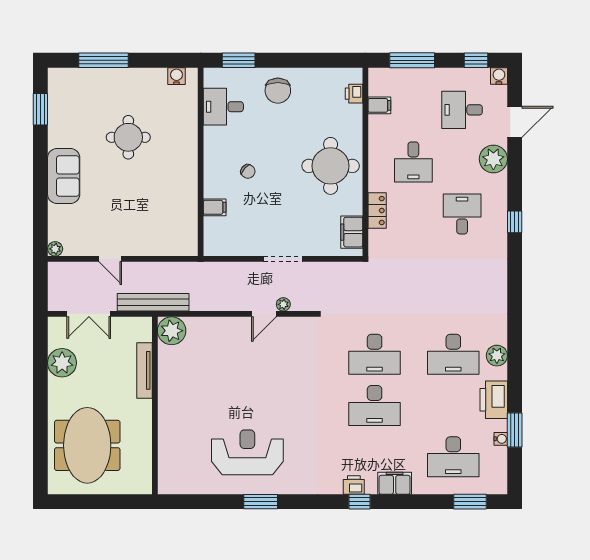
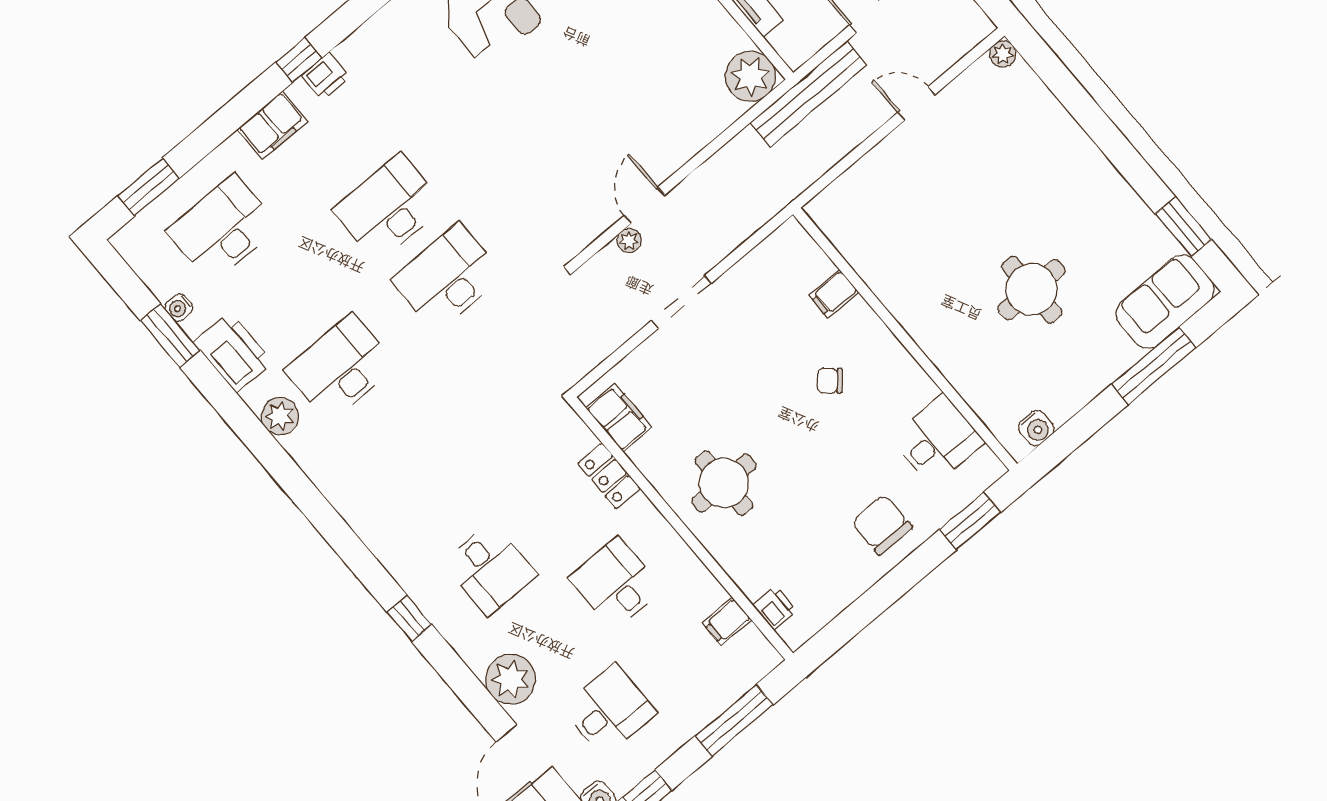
round table: (331, 166) -> (724, 483), width x0.73, depth x0.73
sofa: (64, 176) -> (1165, 302), moved, turned 90

